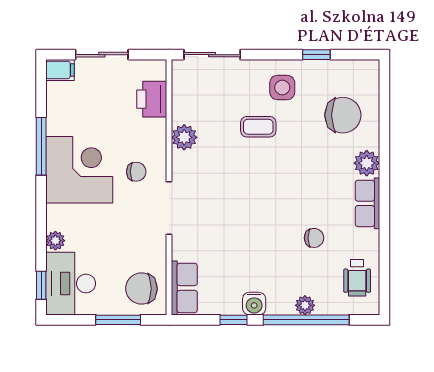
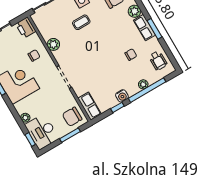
printer: (152, 99) -> (26, 28), moved
chair: (136, 172) -> (34, 55), moved
window: (384, 216) -> (154, 29), added

